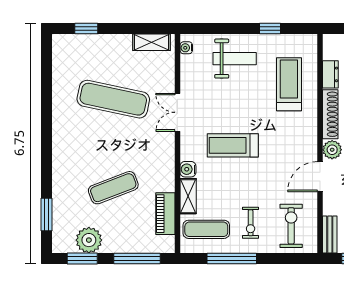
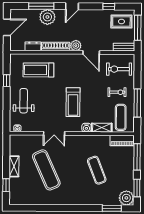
shelving: (151, 42) -> (14, 166), moved
exercise mat: (113, 99) -> (46, 170), turned -36
piano: (165, 214) -> (122, 141), moved
plant: (89, 240) -> (126, 198), moved

